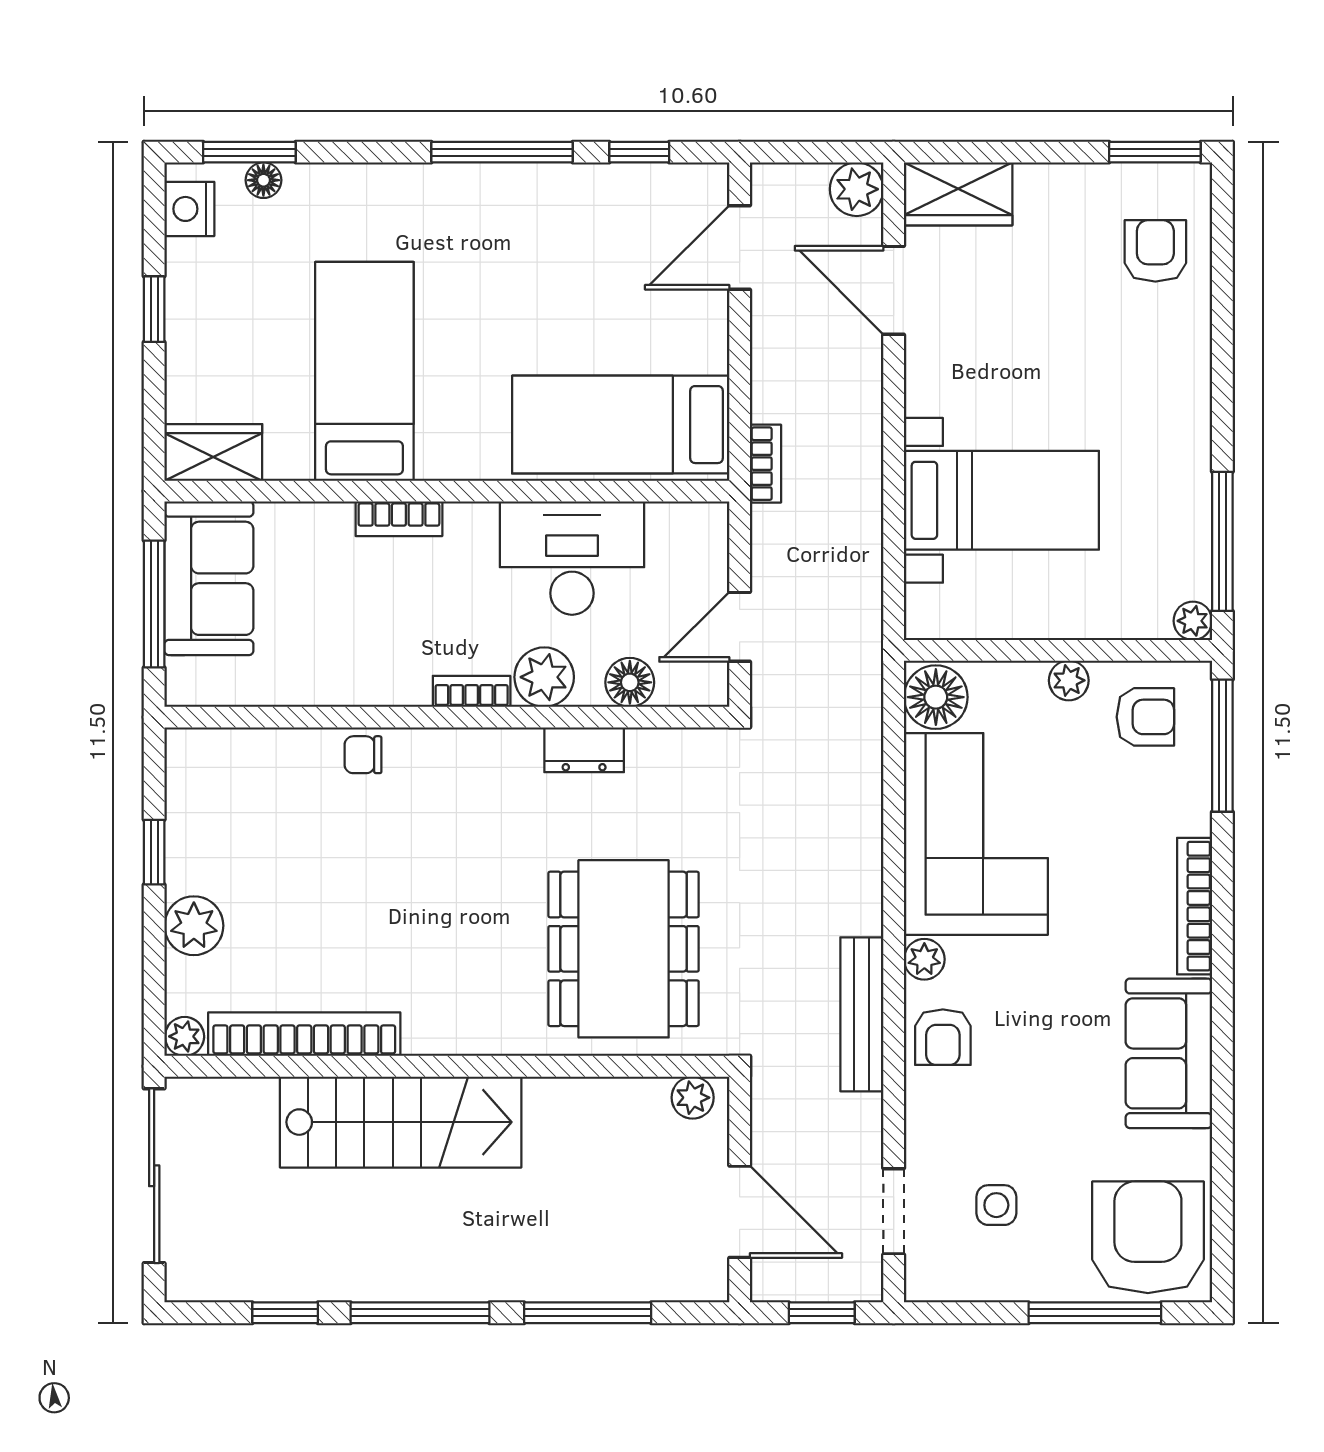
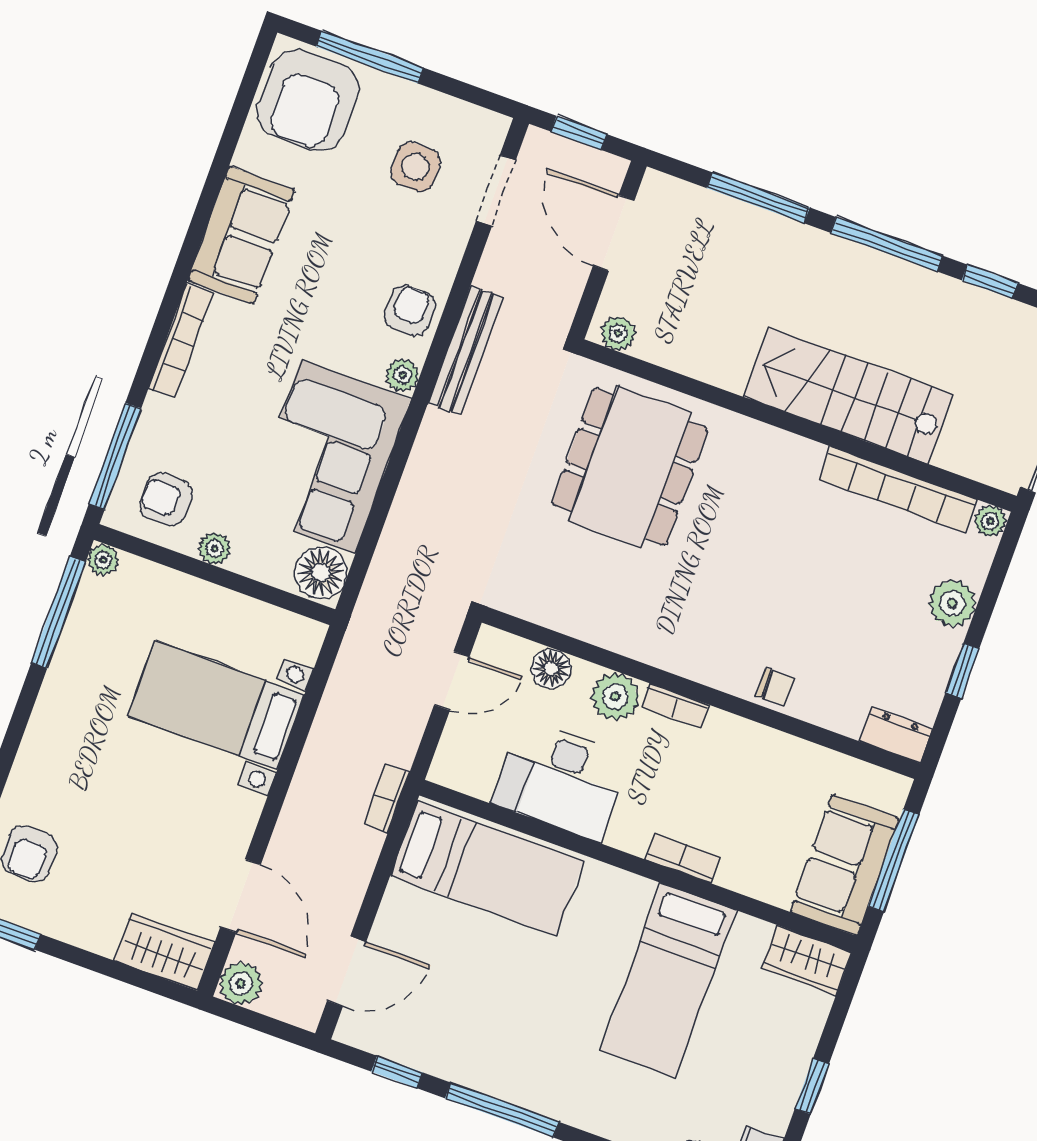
dresser: (584, 750) -> (896, 735), moved
side table: (996, 1205) -> (415, 167), width x1.37, depth x1.37

